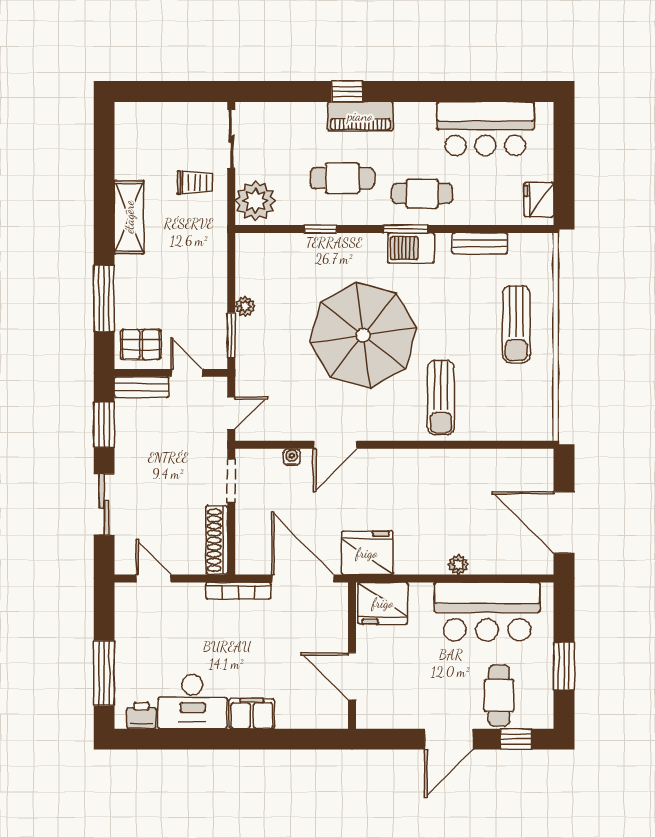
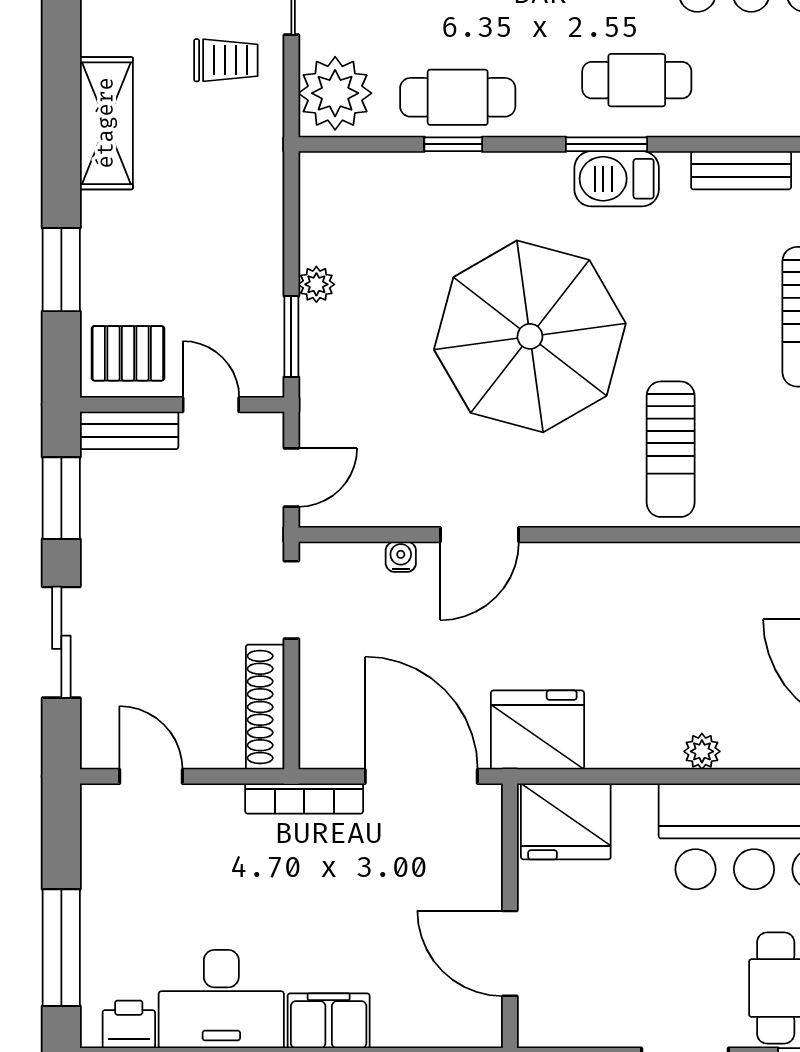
cafe table: (342, 178) -> (458, 97), moved
window: (104, 298) -> (61, 270), width x0.69

